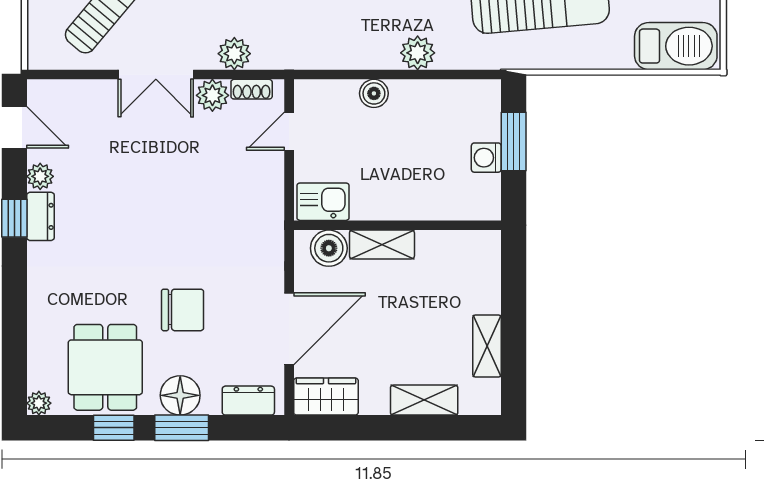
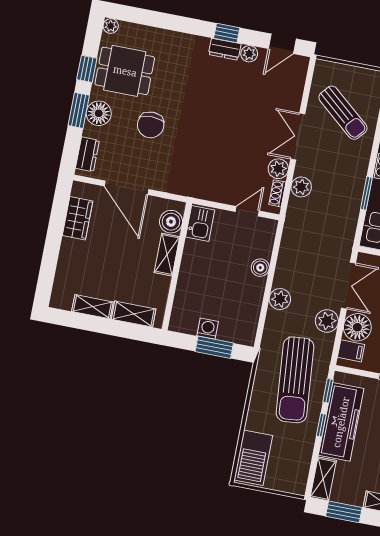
door: (289, 131) -> (247, 211), hinge flipped
wardrobe: (326, 397) -> (78, 218), moved
shelving: (424, 400) -> (134, 314), moved, turned 90

